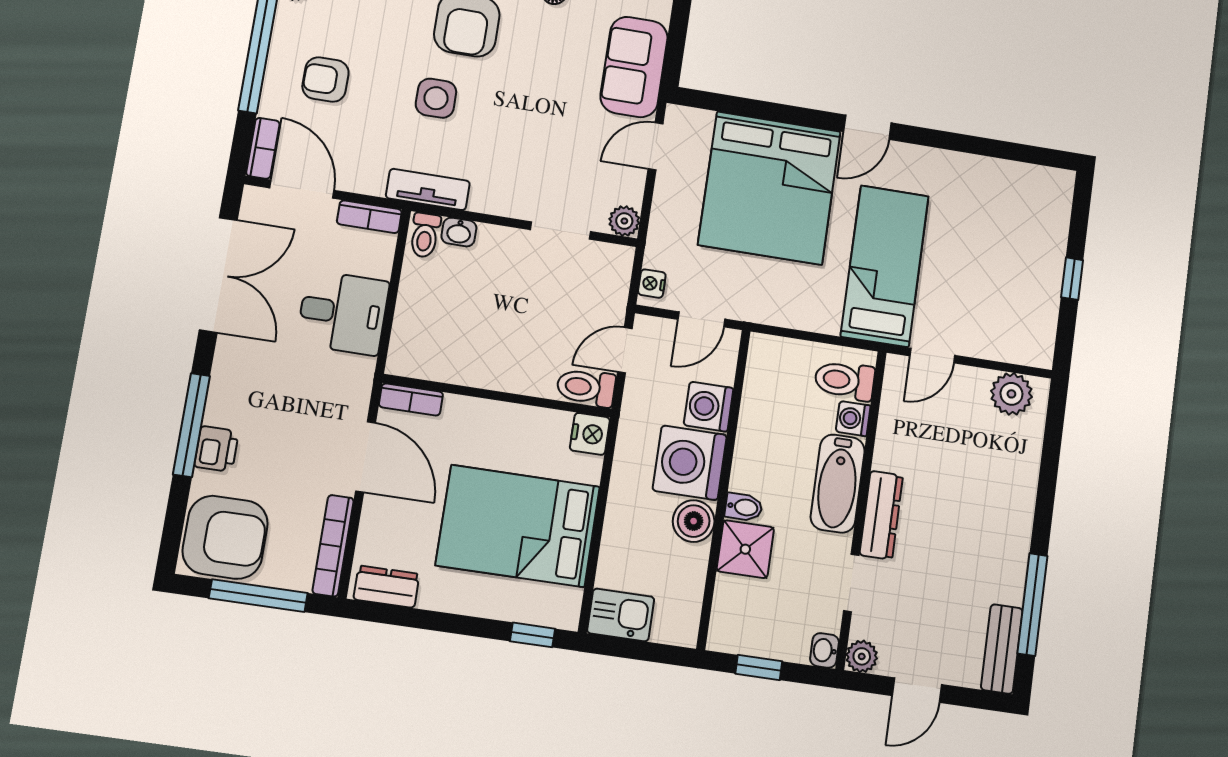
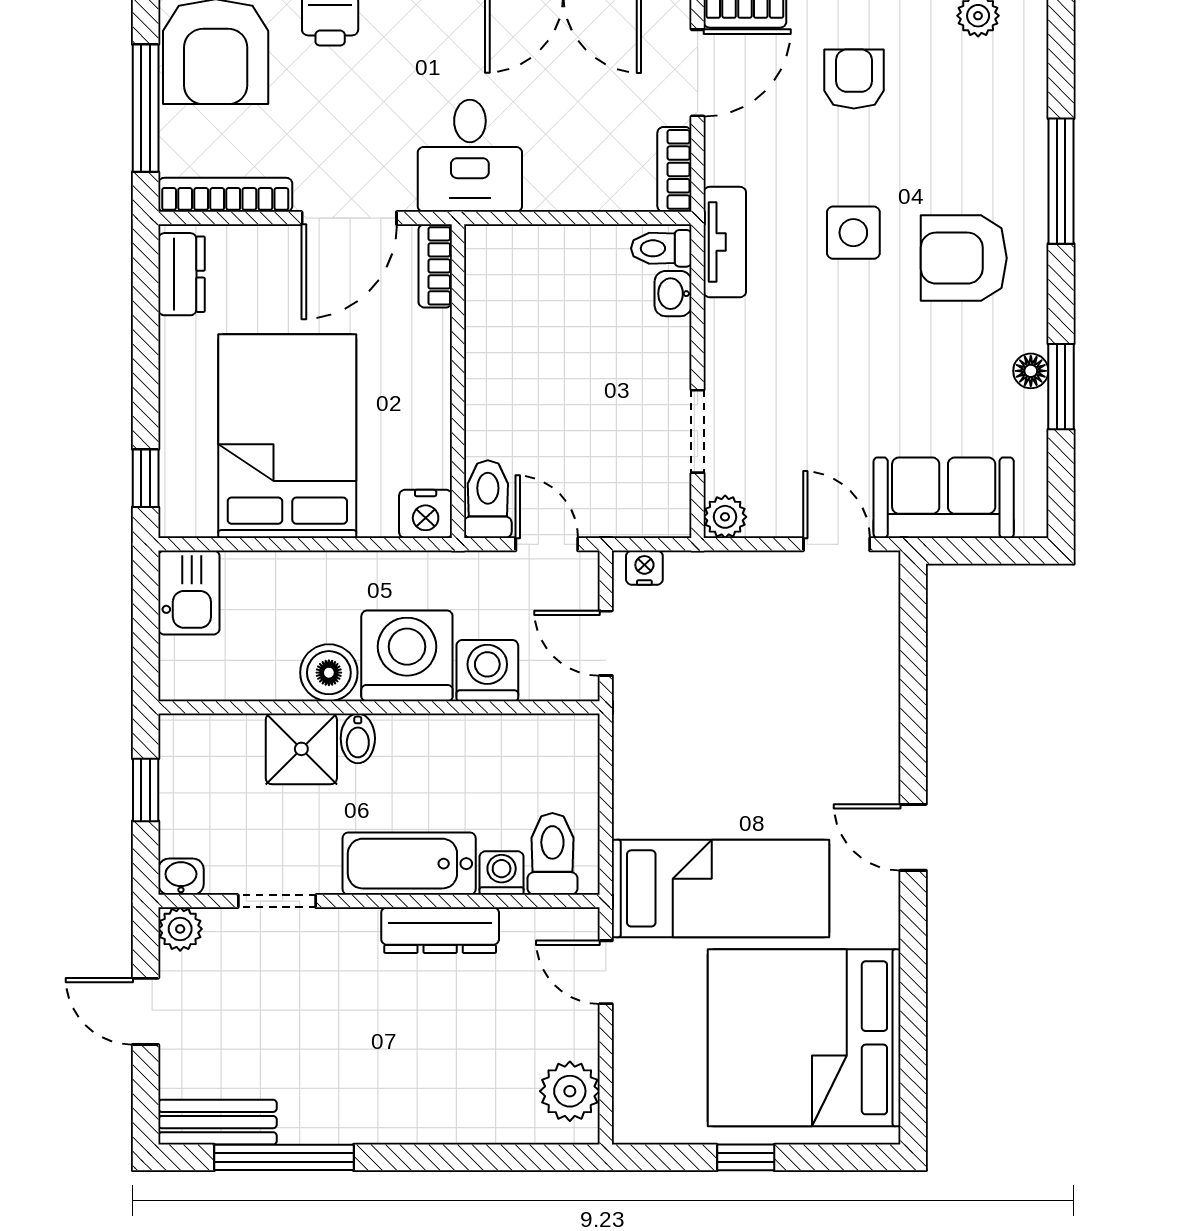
bed: (769, 188) -> (804, 1038), moved
desk: (343, 313) -> (470, 156), moved
dresser: (881, 515) -> (440, 930), moved

